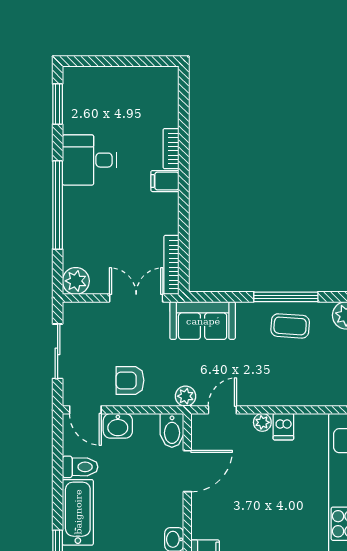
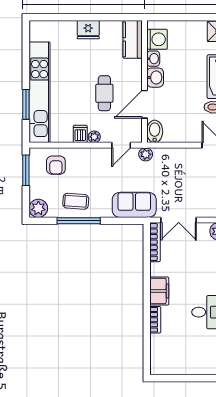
filing cabinet: (165, 181) -> (159, 291), width x2.00
armchair: (130, 380) -> (56, 165), moved, turned 90
washbasin: (118, 426) -> (155, 78), moved, turned 90
cafe table: (247, 488) -> (104, 93), added

